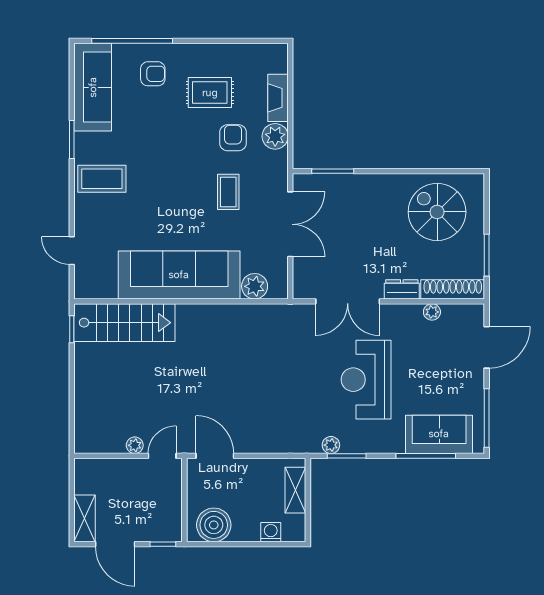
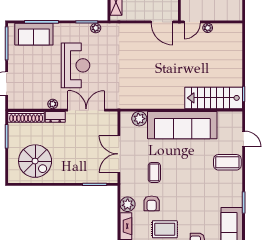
coffee table: (102, 179) -> (227, 162), moved
plant: (432, 312) -> (53, 104), moved

